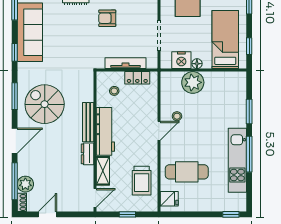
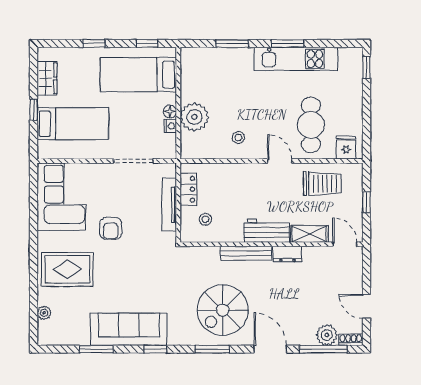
nightstand: (181, 60) -> (170, 126), width x0.53, depth x0.56
workbench: (105, 131) -> (267, 231), width x0.73
door: (159, 131) -> (280, 161), moved
window: (249, 154) -> (288, 43), width x0.69

